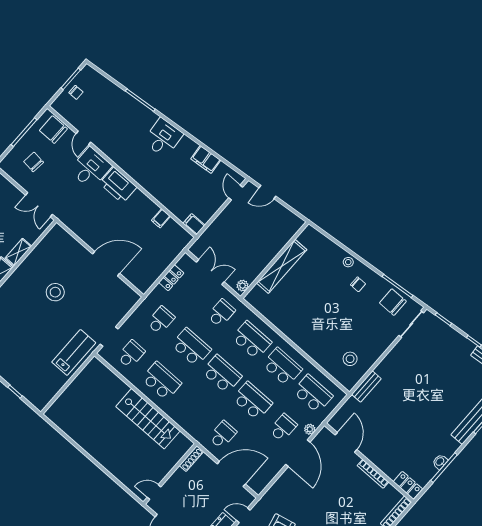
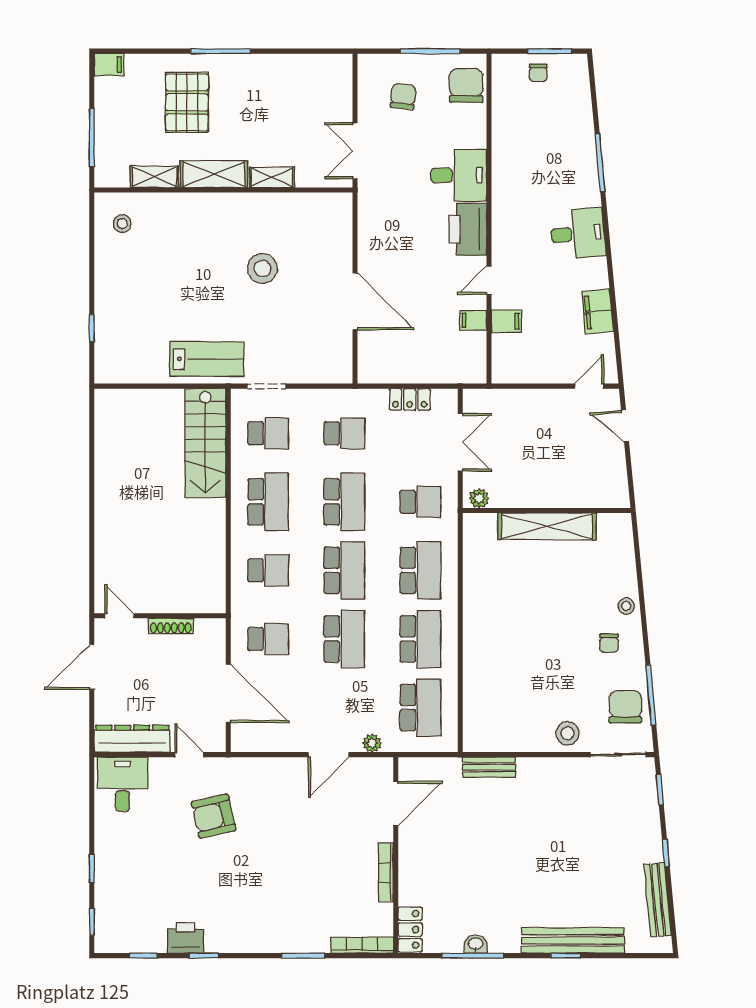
door: (83, 138) -> (489, 280), moved
filing cabinet: (194, 224) -> (506, 321), moved, turned 90
stool: (350, 359) -> (568, 733), moved
stairs: (148, 419) -> (205, 443), moved
school desk: (283, 428) -> (268, 570), moved
door: (298, 453) -> (328, 755), width x0.73
shoe rack: (191, 459) -> (171, 626), moved

